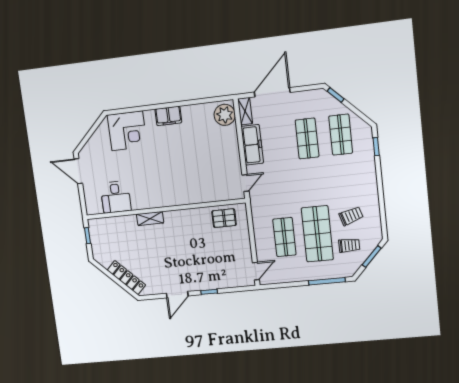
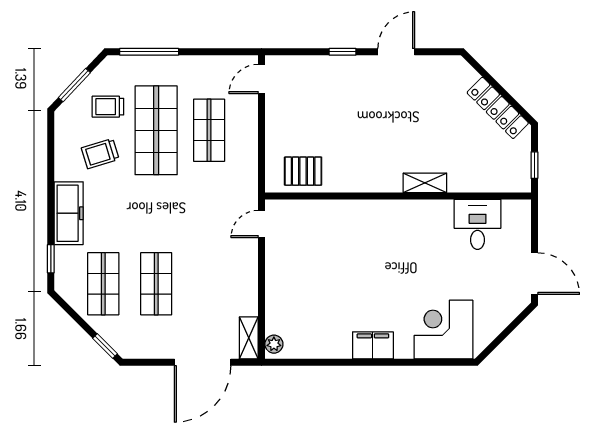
plant: (225, 115) -> (274, 344), width x0.53, depth x0.53
freezer: (252, 145) -> (69, 213), moved, turned 180
locker: (126, 278) -> (498, 108), moved

